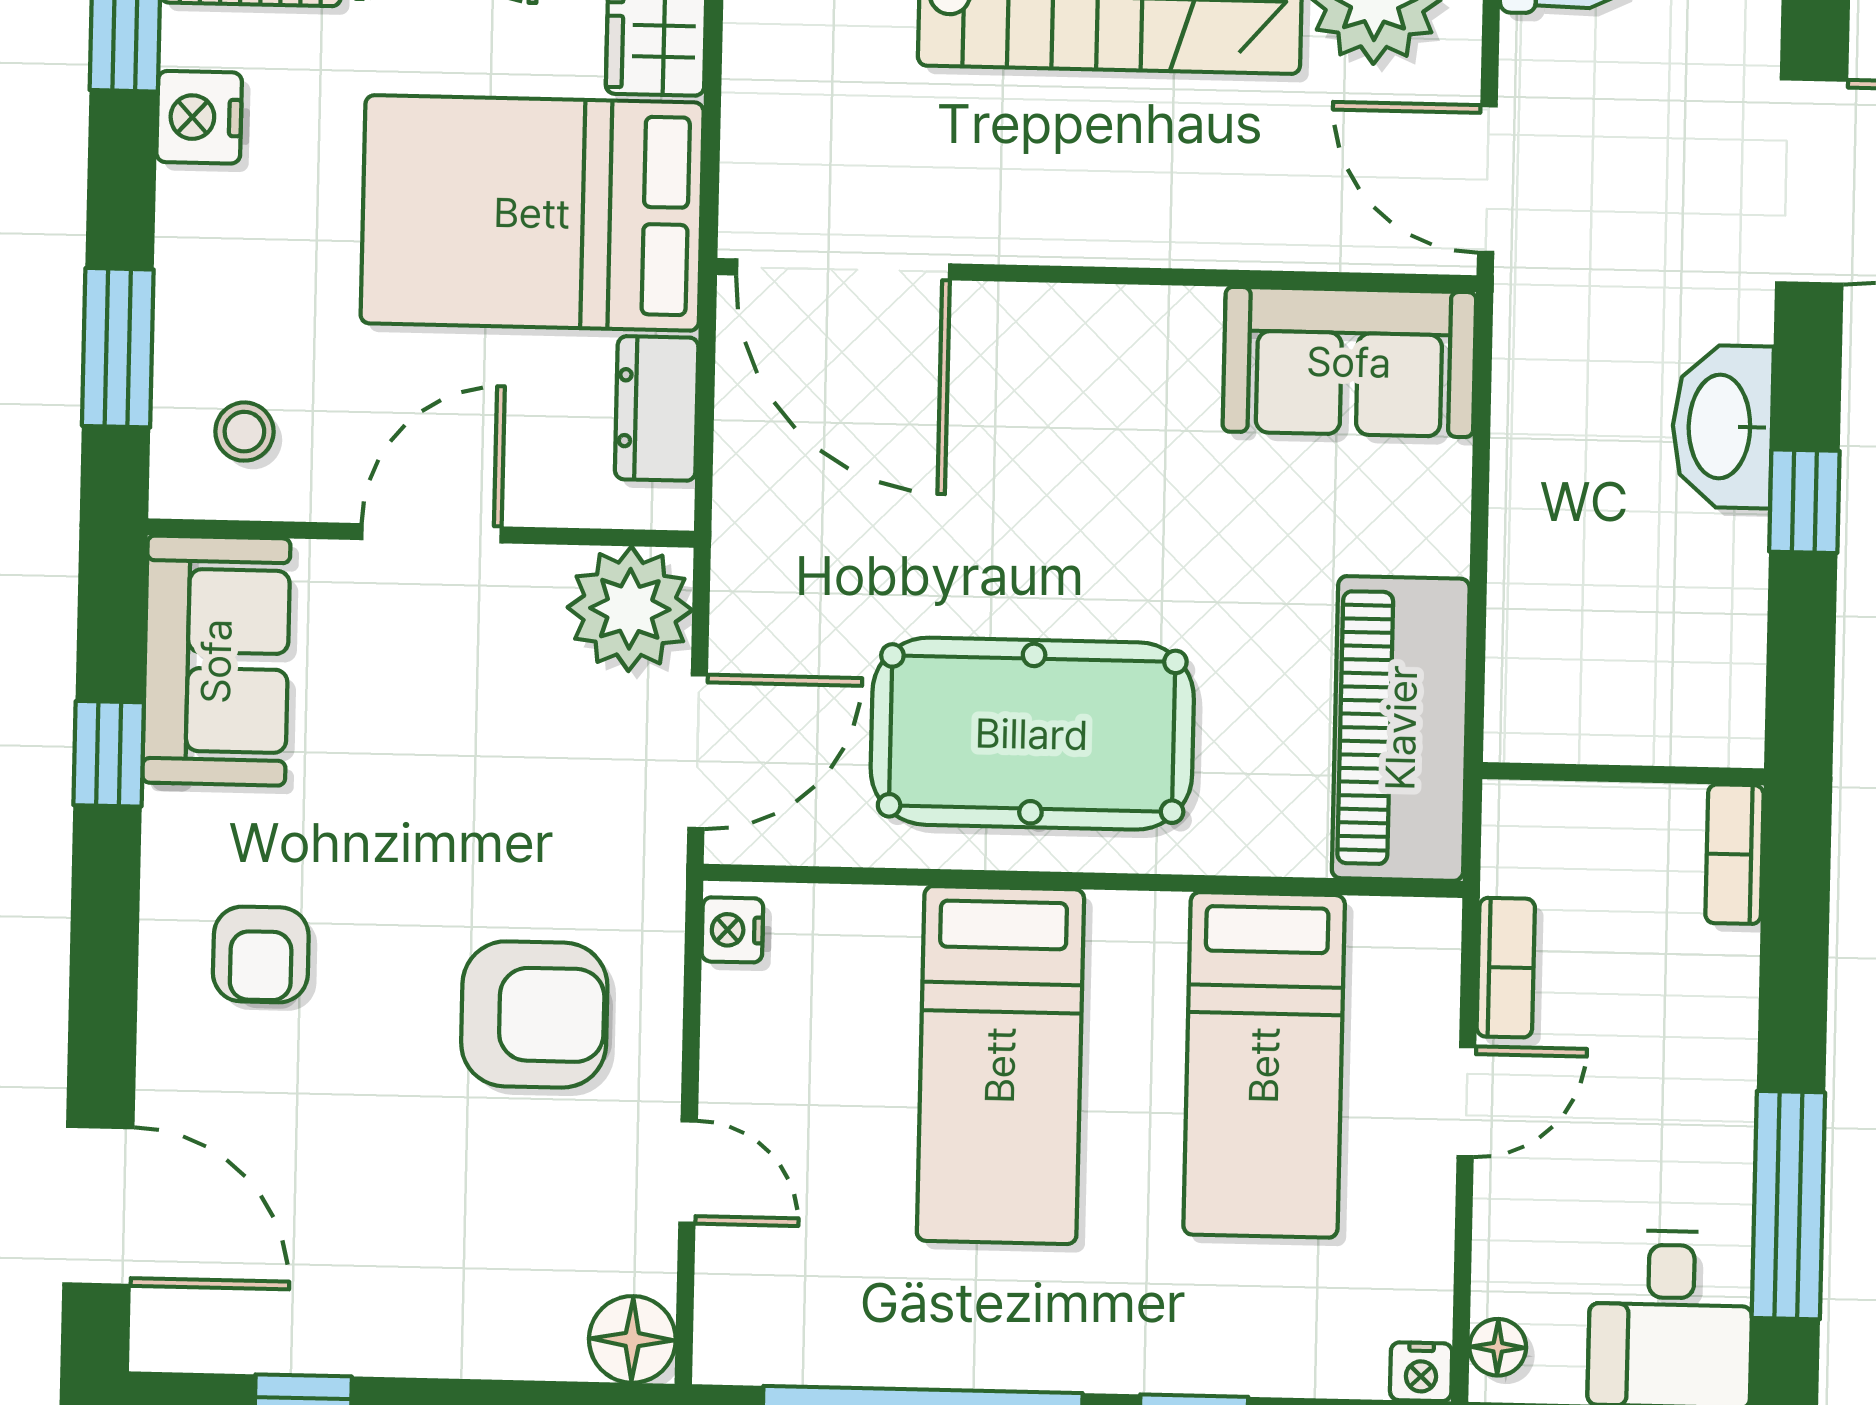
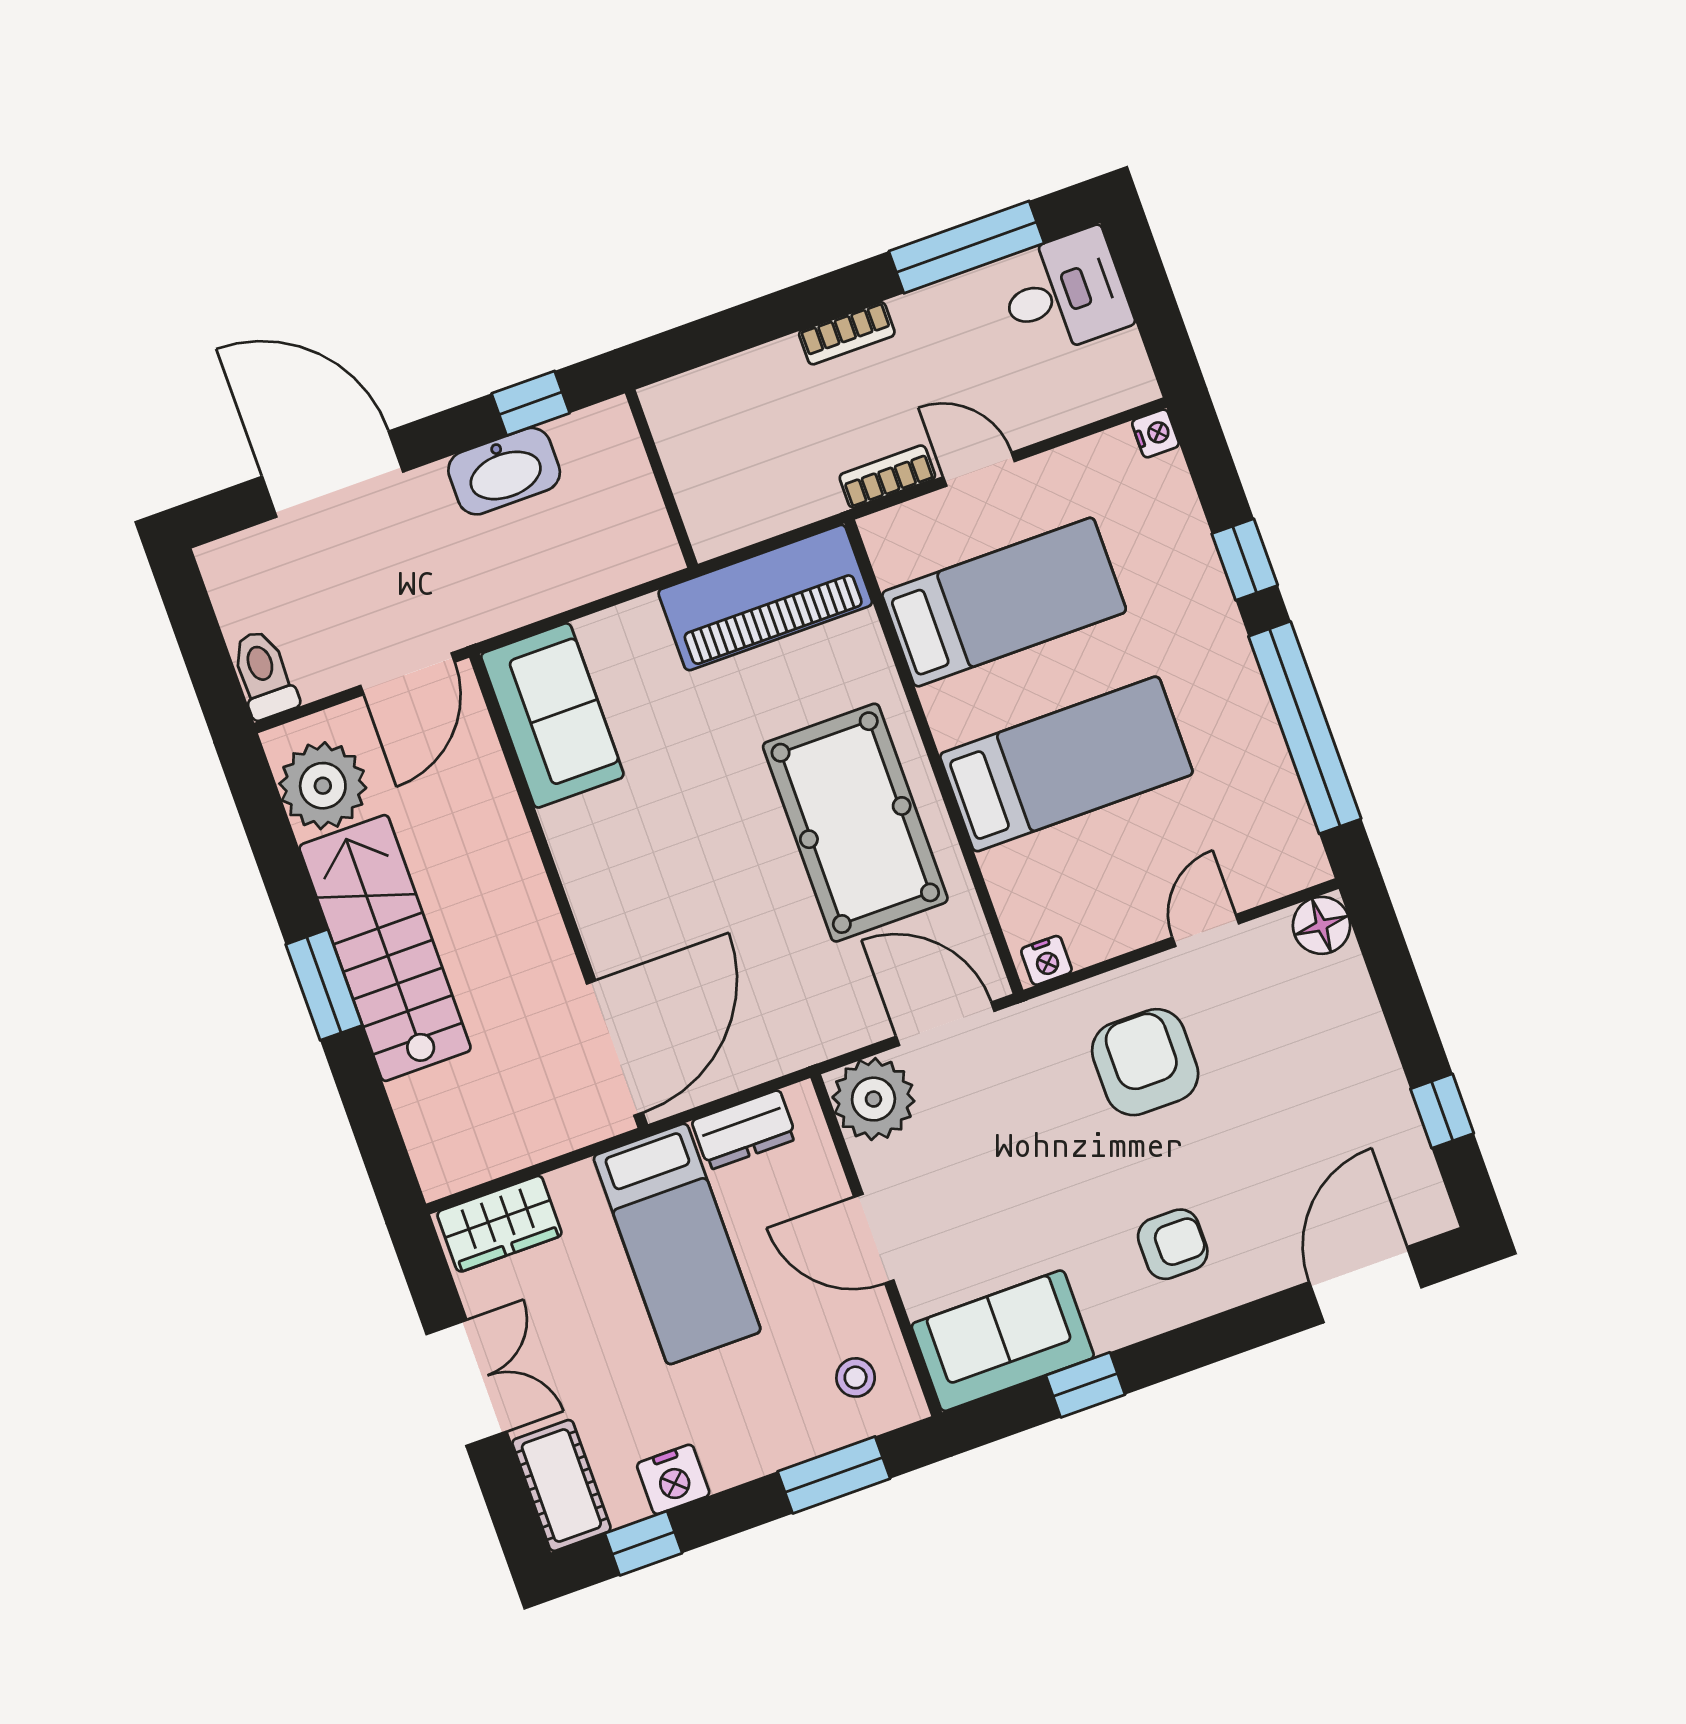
bed: (532, 213) -> (677, 1244), width x0.67
wall: (1623, 774) -> (661, 479), moved
bookcase: (1734, 854) -> (847, 333), moved
floor lamp: (1498, 1347) -> (1122, 392), removed

